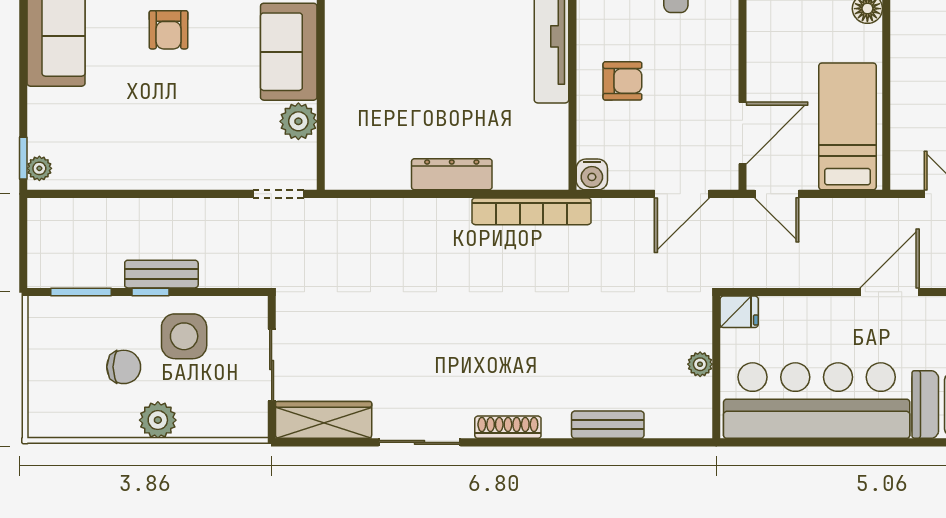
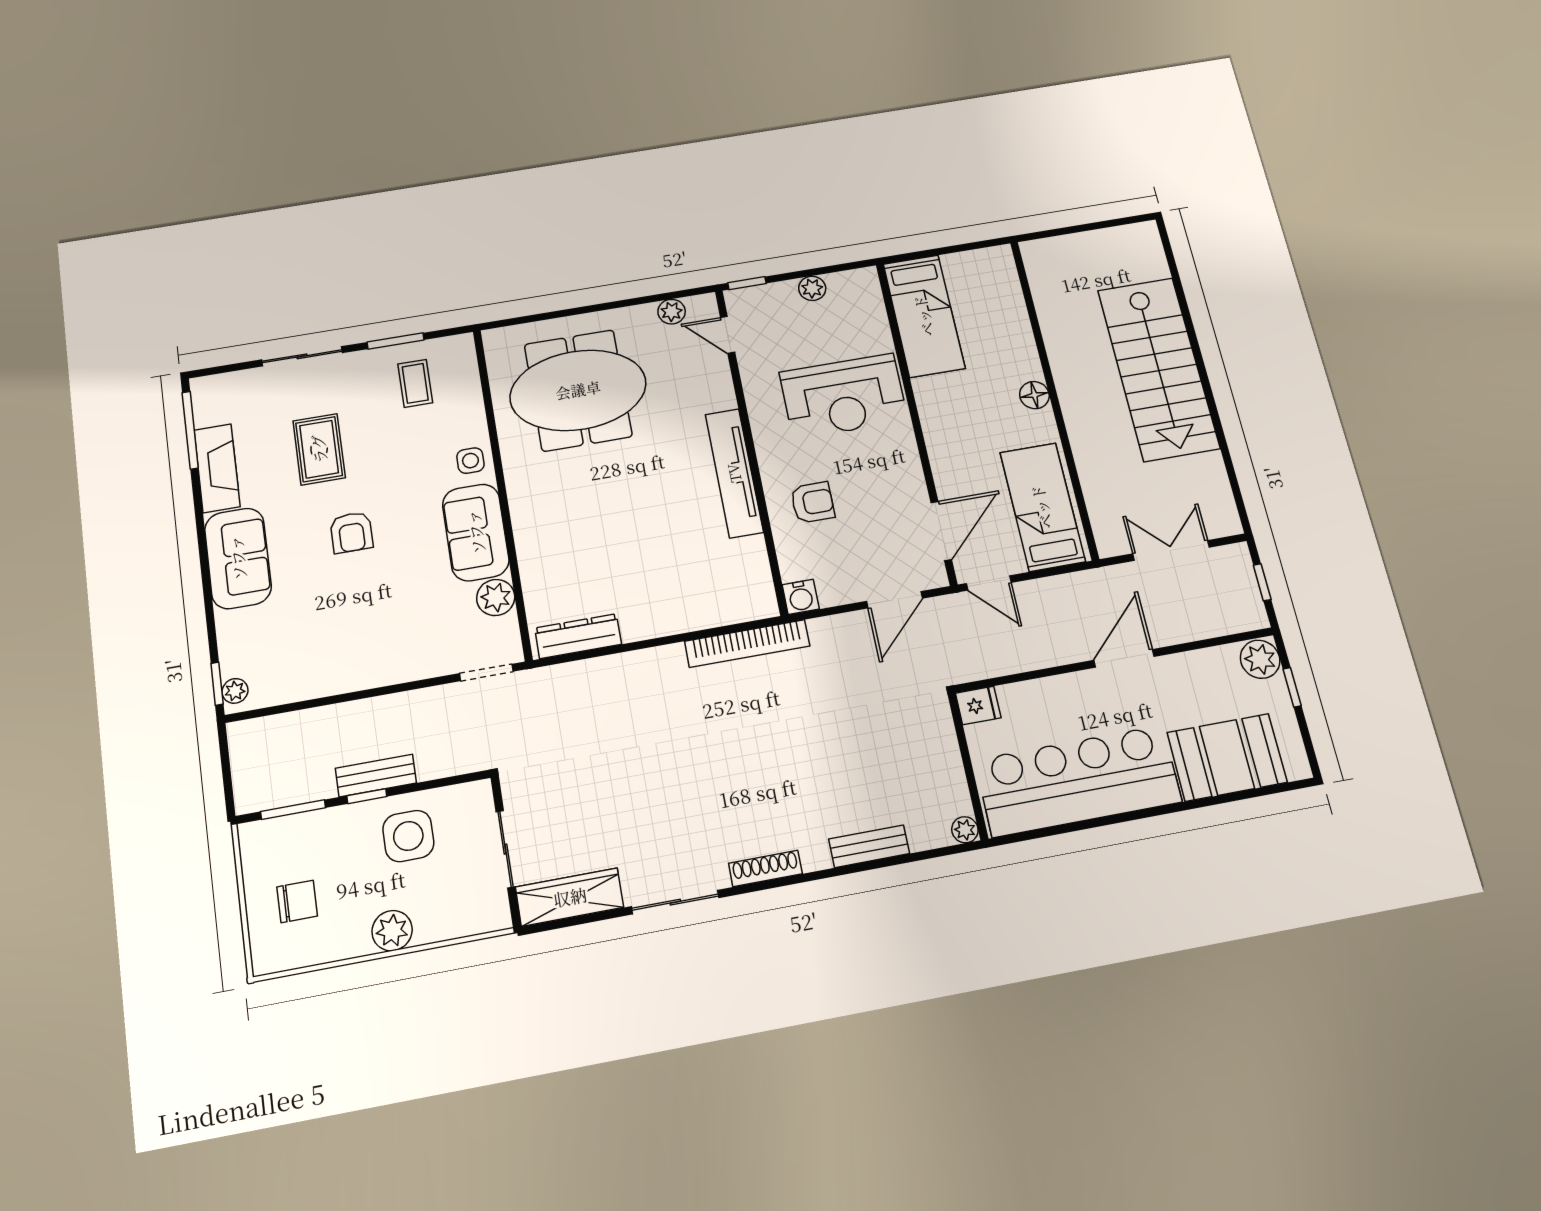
dresser: (452, 174) -> (578, 636), moved
plant: (700, 364) -> (965, 830), moved
chair: (124, 367) -> (297, 901), moved

